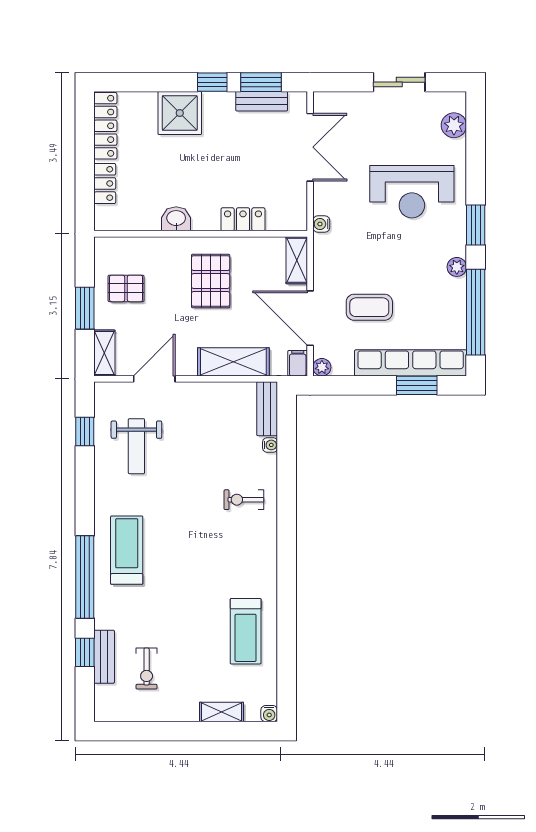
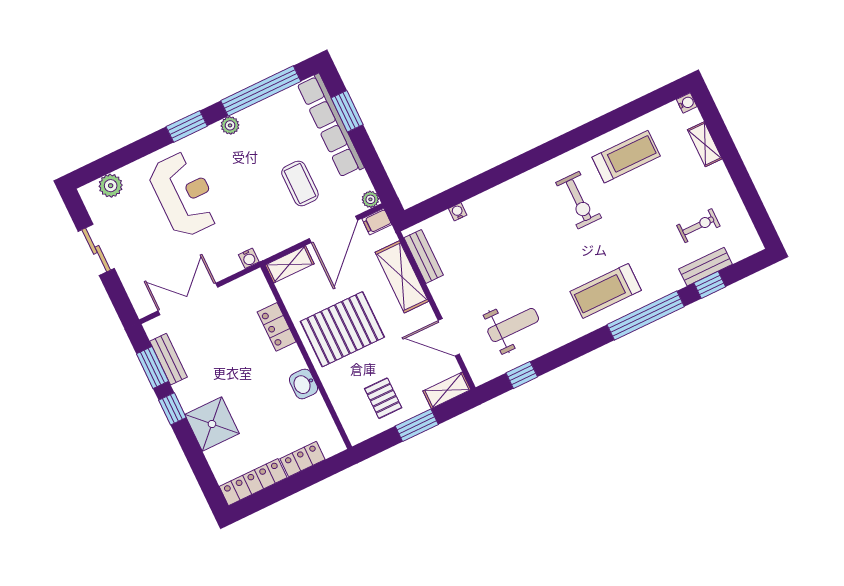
pallet: (211, 281) -> (342, 329), width x1.37, depth x1.41
bench: (267, 409) -> (424, 256), moved, turned 90
exercise bike: (244, 500) -> (579, 200), moved, width x1.38, depth x1.39

